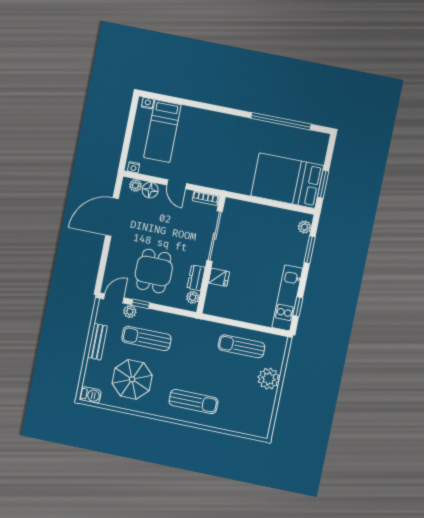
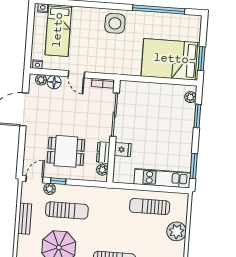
side table: (228, 131) -> (115, 23), added
dining table: (154, 271) -> (66, 151), turned 90
kitchen unit: (287, 298) -> (162, 178), moved, turned 90
window: (298, 307) -> (194, 166), width x1.50
sun lounger: (146, 338) -> (67, 210), turned 180

